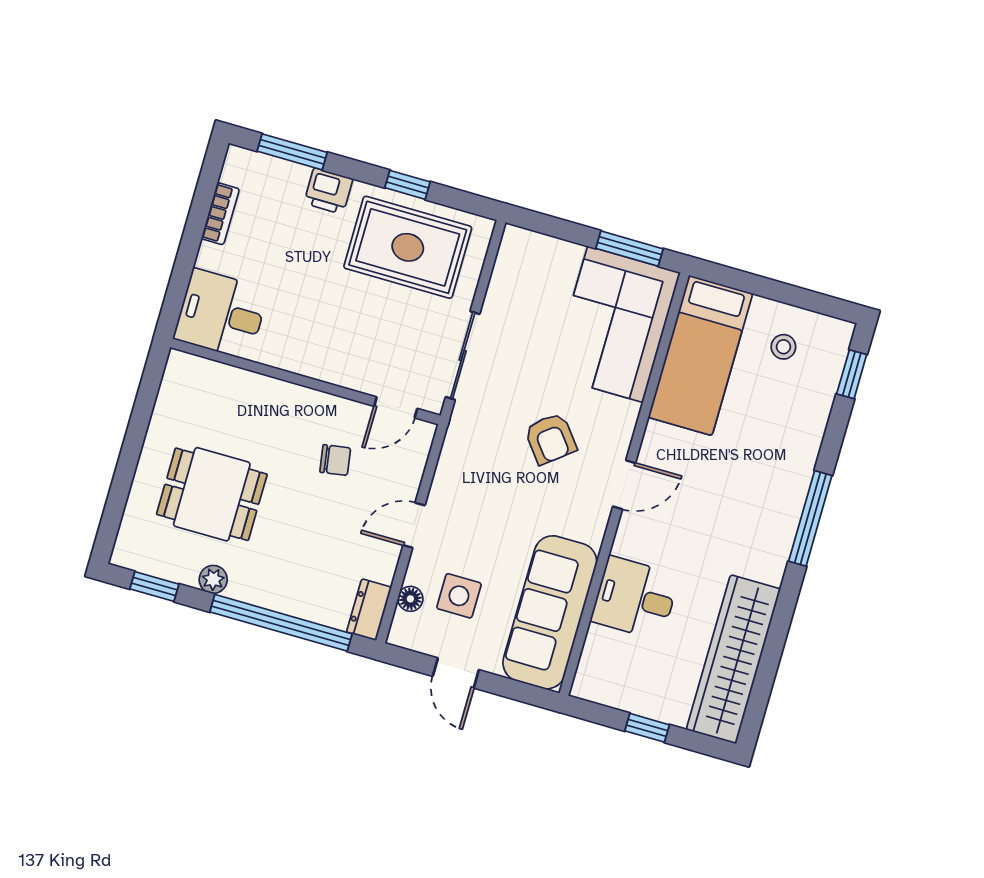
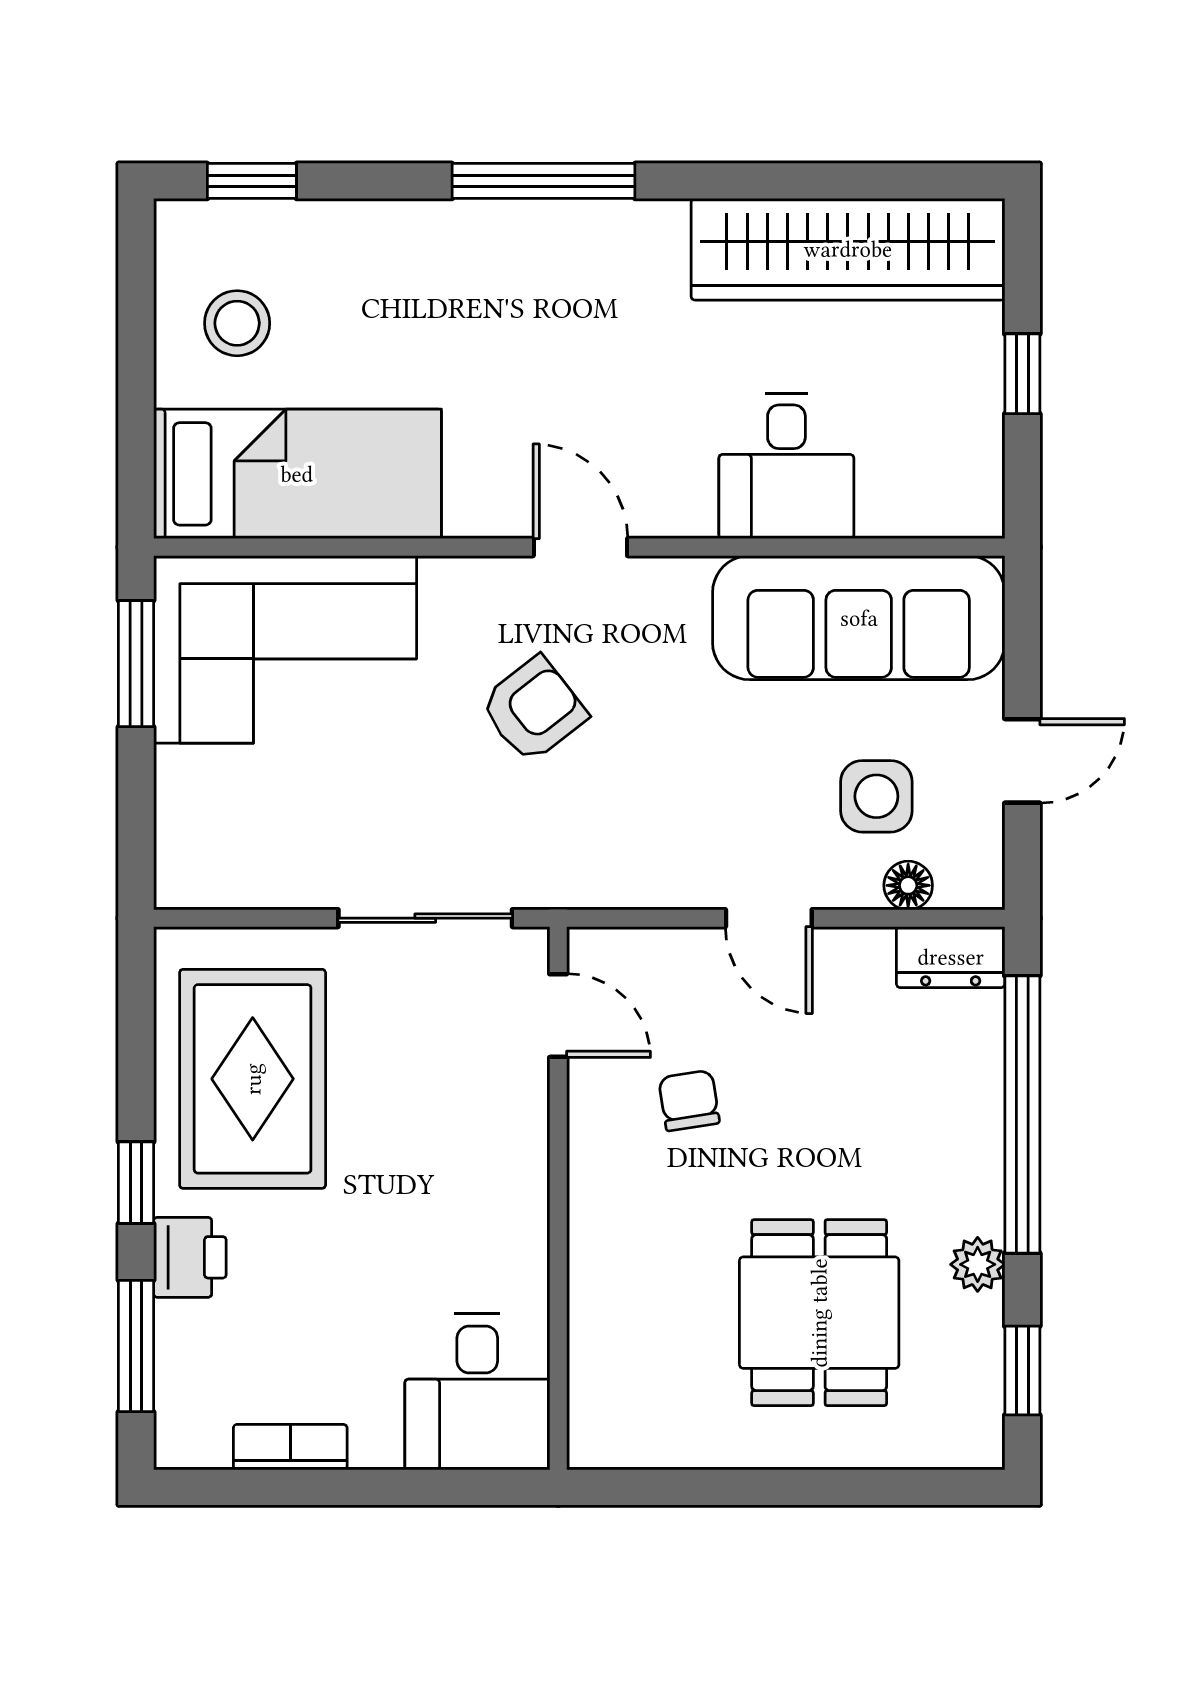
window: (407, 185) -> (136, 1183), moved
stool: (783, 347) -> (237, 323), width x1.37, depth x1.37

